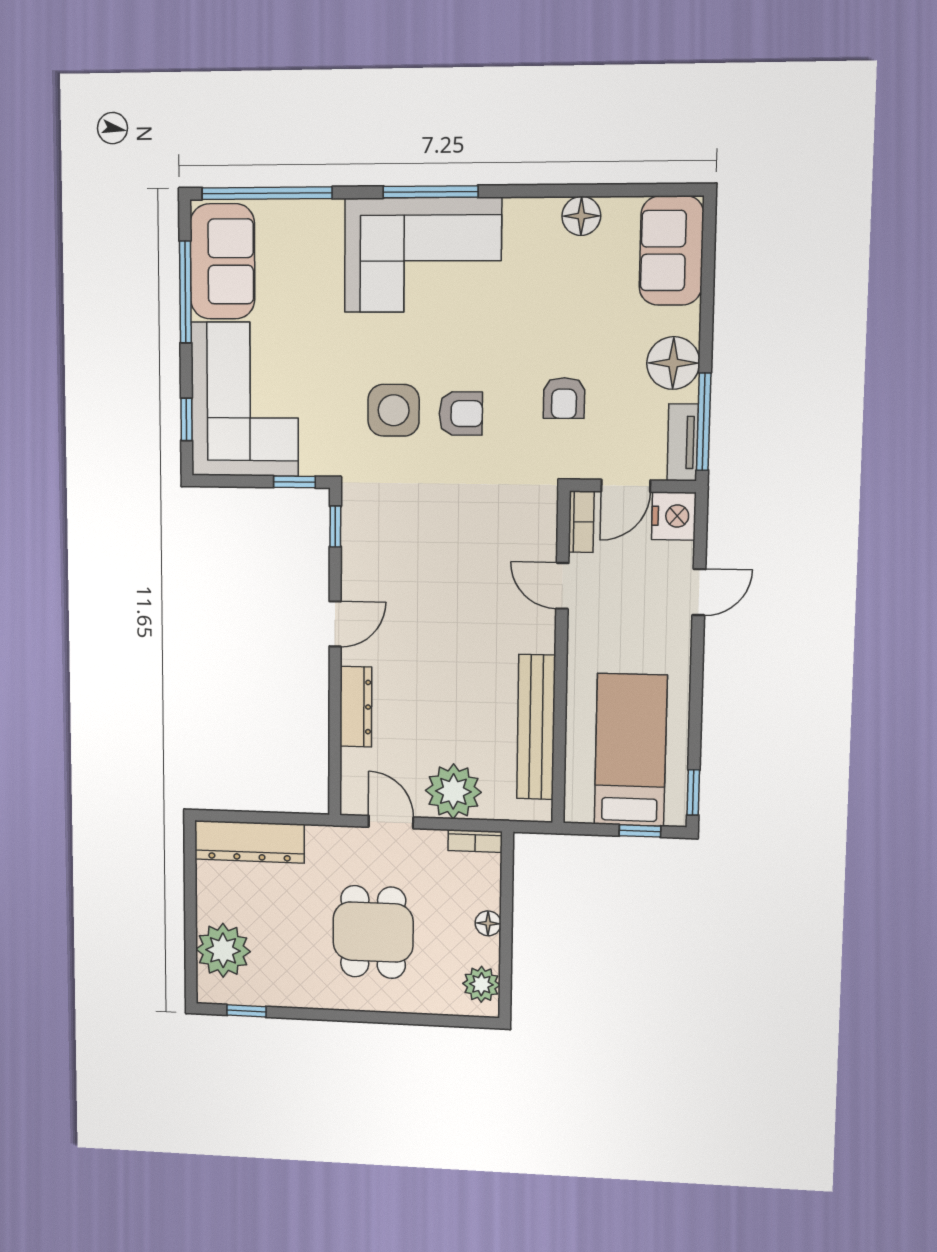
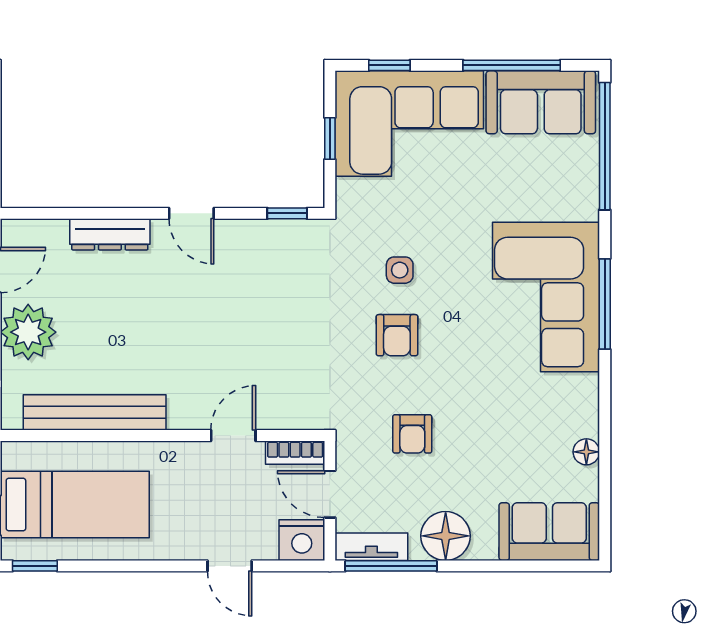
floor lamp: (581, 216) -> (586, 452), width x0.73, depth x0.73
armchair: (564, 398) -> (412, 434), turned -90
side table: (394, 410) -> (400, 270), width x0.54, depth x0.54
window: (294, 482) -> (330, 139), moved

